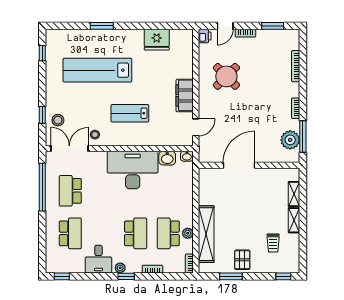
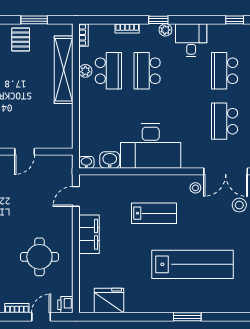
fridge: (157, 40) -> (109, 301), moved
round table: (226, 76) -> (39, 257), turned 45
door: (239, 165) -> (25, 152), width x0.53
school desk: (70, 191) -> (225, 121), turned 180

